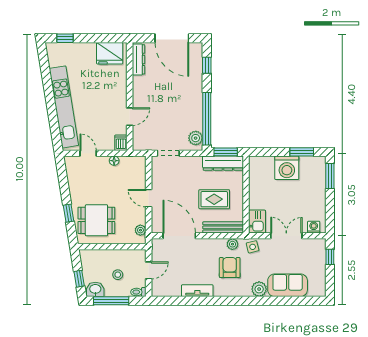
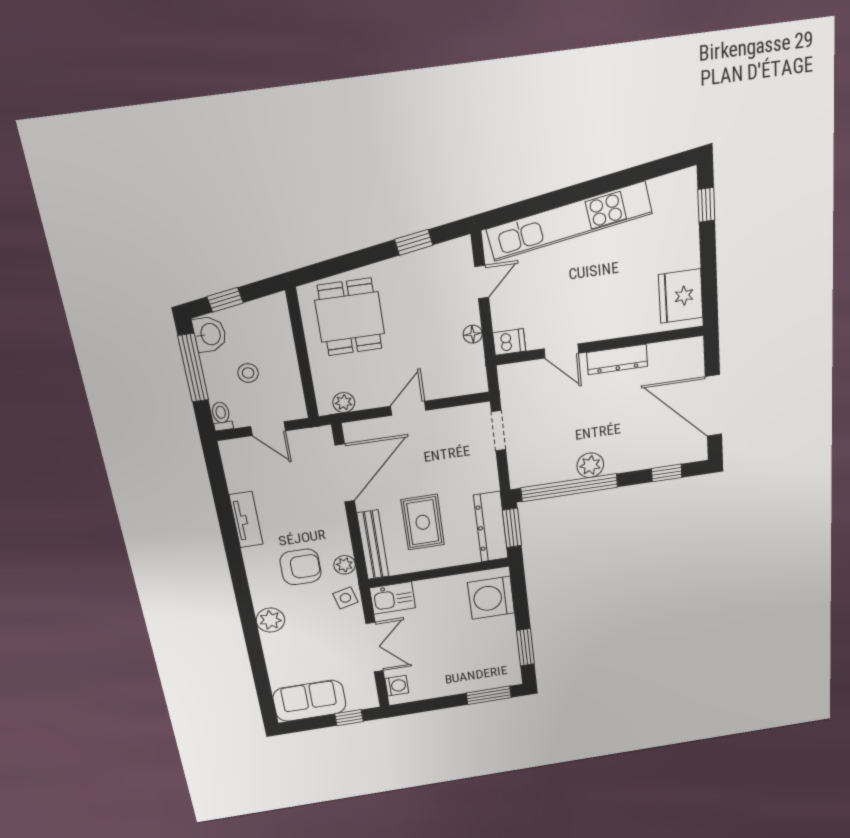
door: (172, 38) -> (713, 406), hinge flipped
dresser: (138, 59) -> (617, 359), moved
plant: (196, 138) -> (590, 465), moved
washing machine: (287, 168) -> (491, 598), moved
window: (69, 213) -> (414, 242), moved
sofa: (288, 285) -> (309, 701), moved, turned -90

